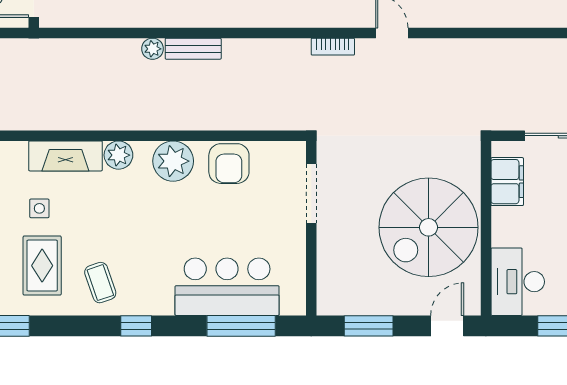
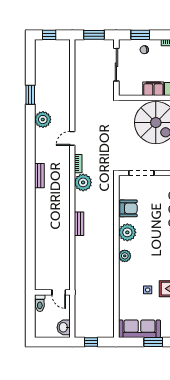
plant: (153, 49) -> (83, 182), moved, width x1.88, depth x1.88
fireplace: (65, 156) -> (125, 279), removed
filing cabinet: (507, 182) -> (153, 89), moved

